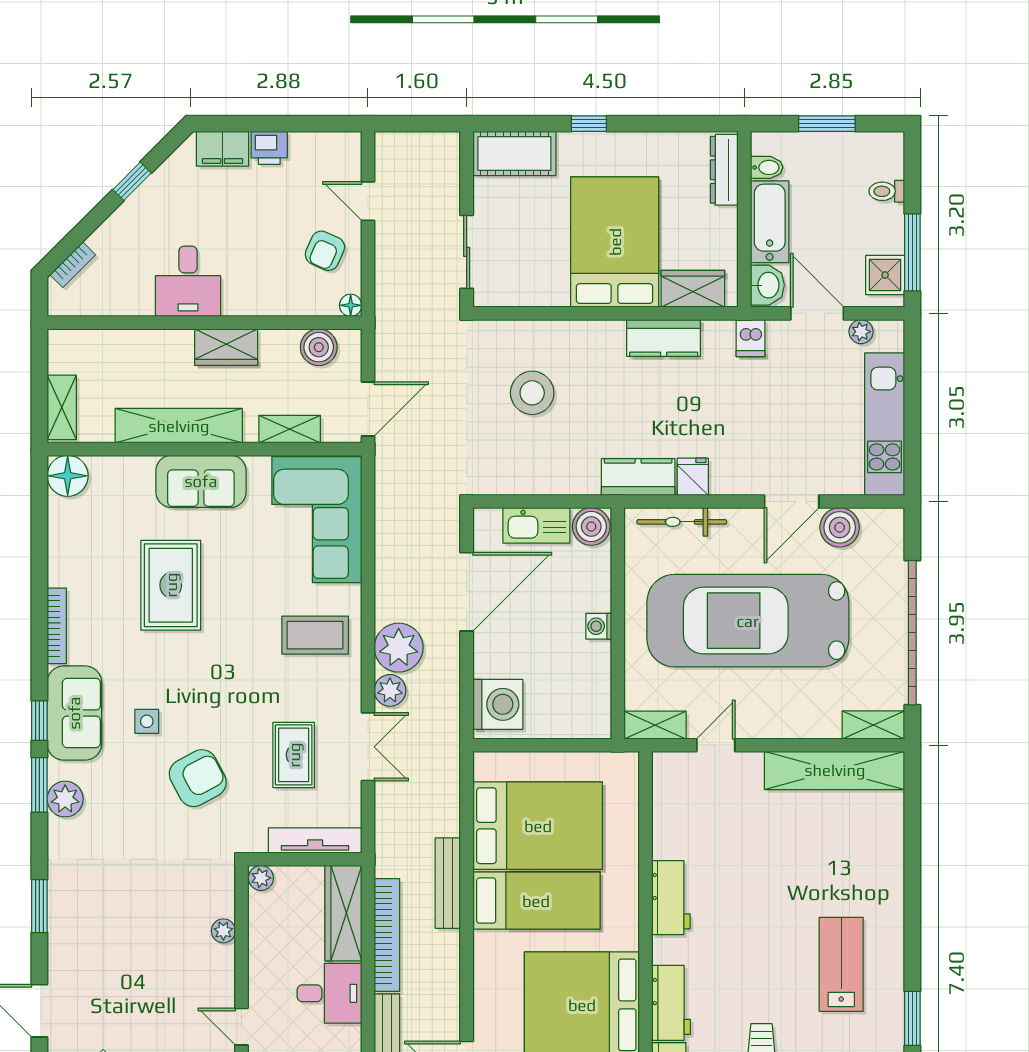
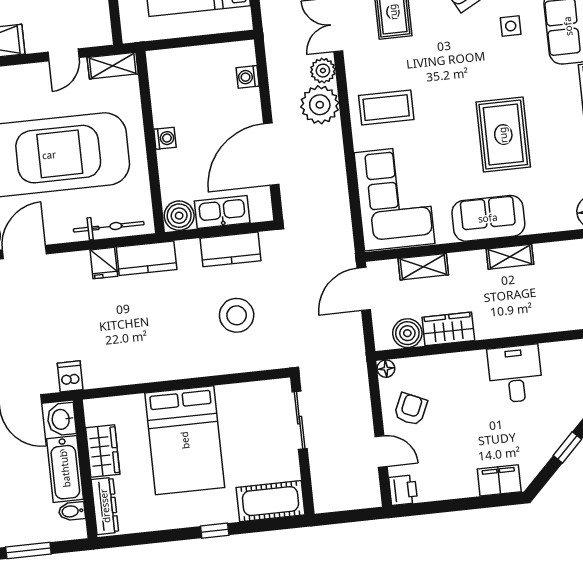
printer: (269, 148) -> (403, 490), moved, turned 90
wardrobe: (693, 289) -> (103, 451), moved, turned -90
kitchen counter: (664, 338) -> (230, 249), moved, turned 180
wardrobe: (226, 347) -> (448, 329), moved
shelving: (179, 426) -> (510, 257), width x0.45, depth x0.75
washing machine: (498, 704) -> (248, 77), width x0.53, depth x0.53

